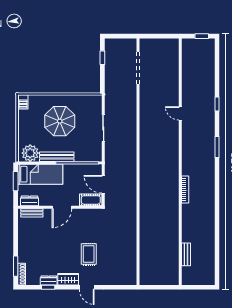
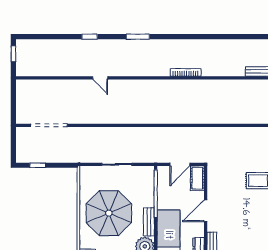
door: (180, 113) -> (100, 78), hinge flipped
parasol: (60, 121) -> (109, 213), width x1.36, depth x1.36
bench: (57, 157) -> (149, 222), width x0.73
door: (62, 207) -> (206, 211), swing flipped

